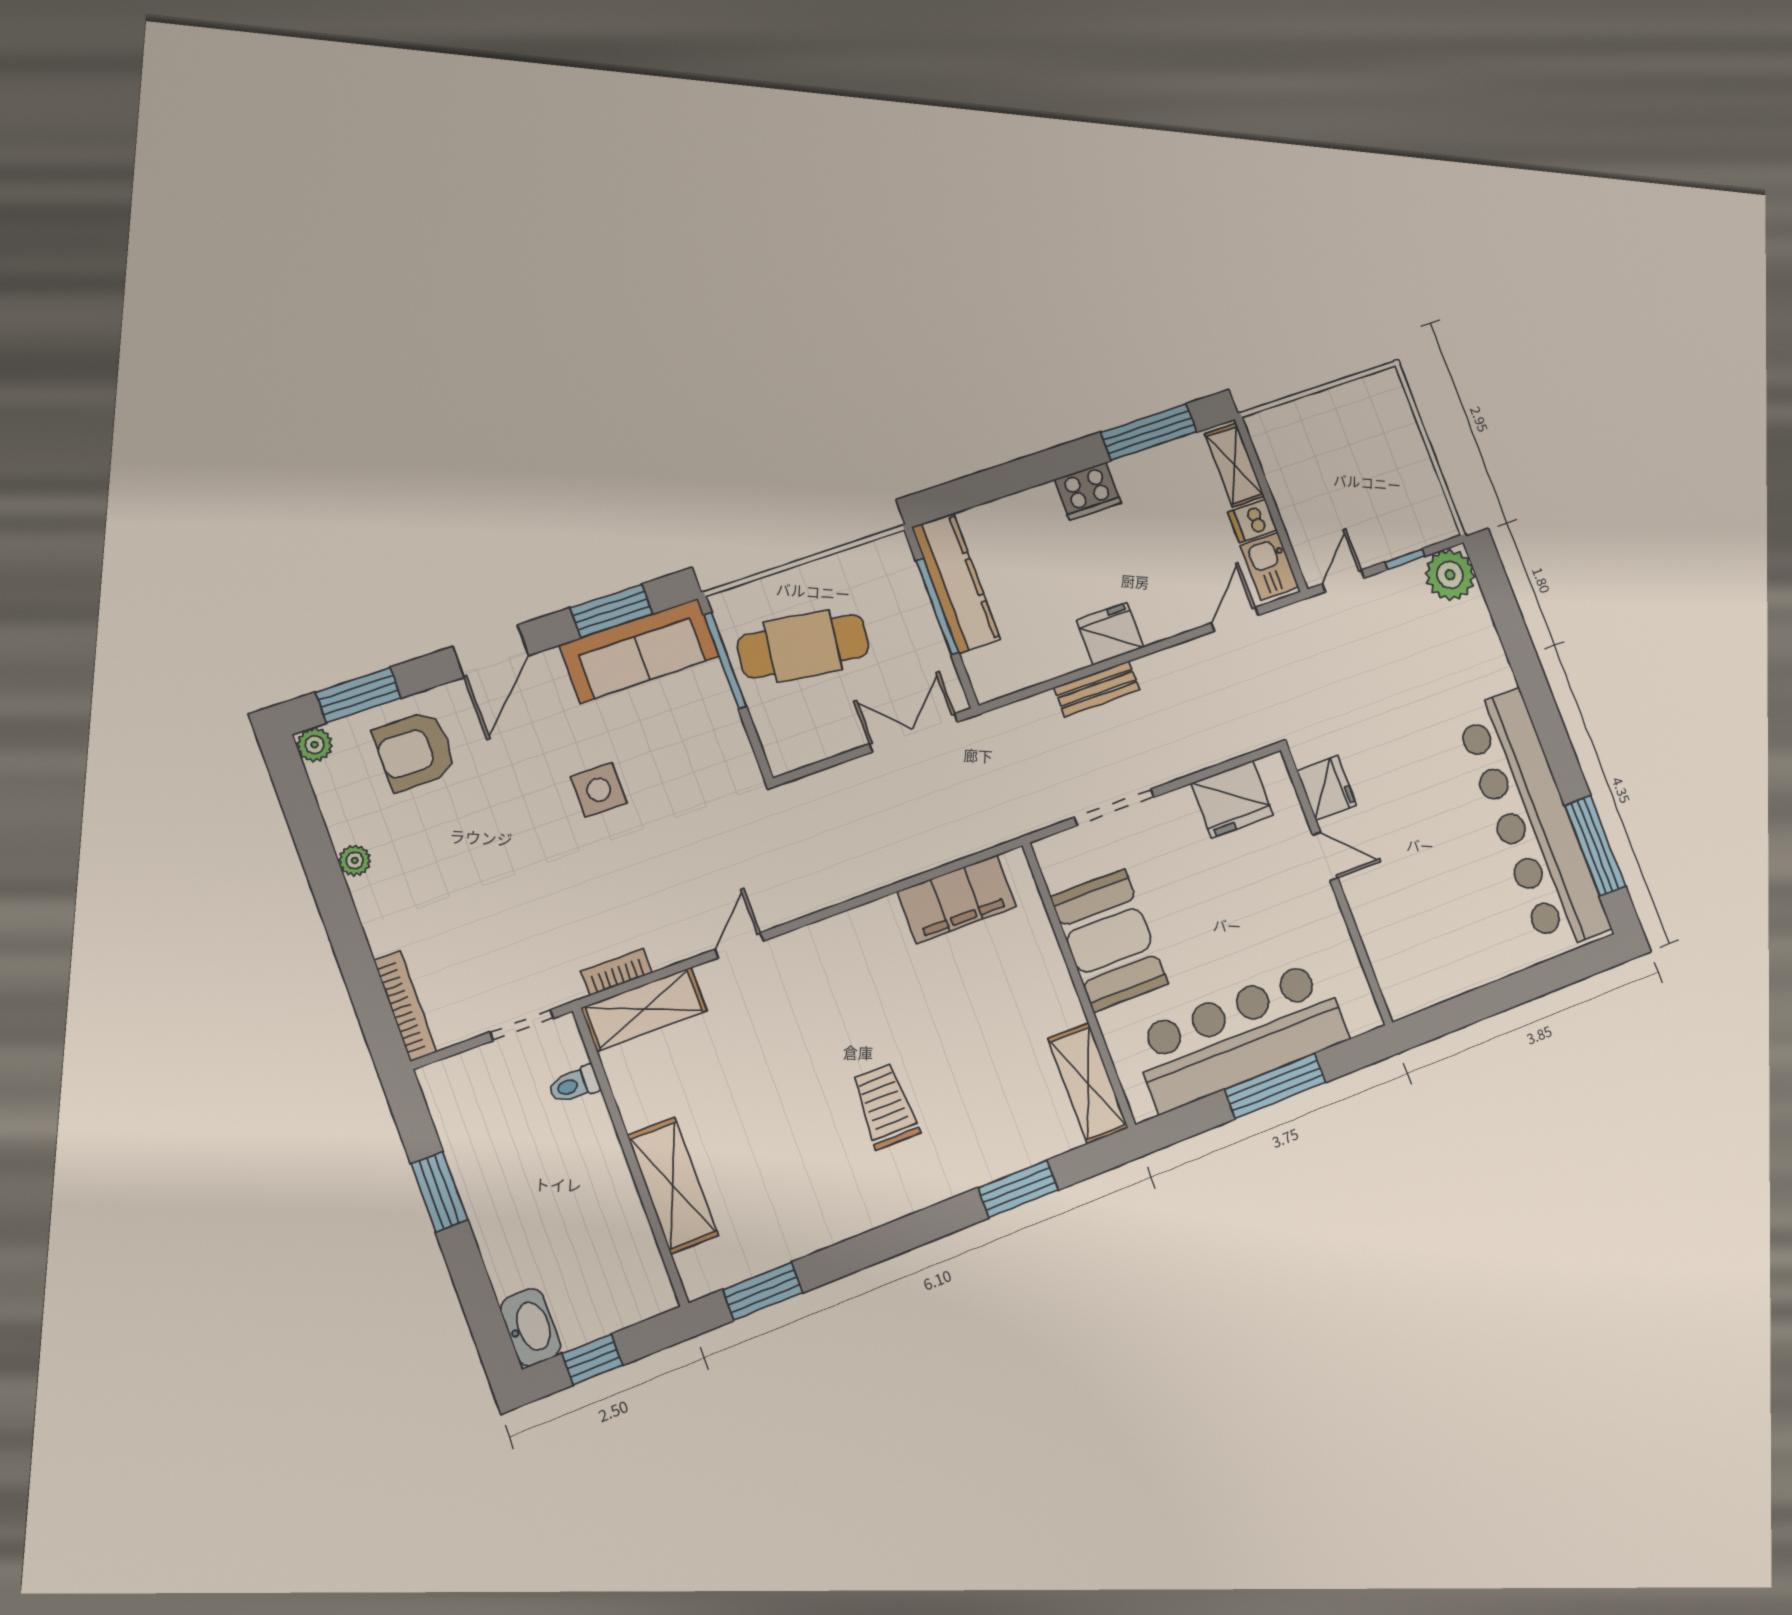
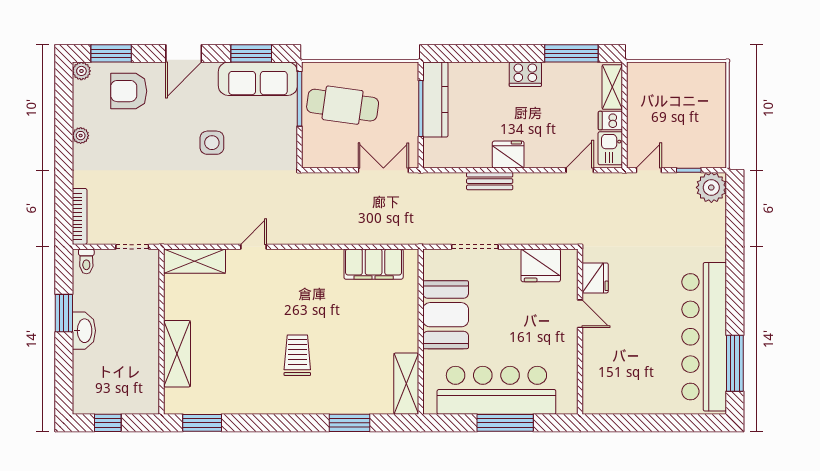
bookcase: (617, 972) -> (188, 238), removed
toilet: (574, 1085) -> (86, 261), moved, turned -90
washbasin: (531, 1327) -> (84, 331), moved

